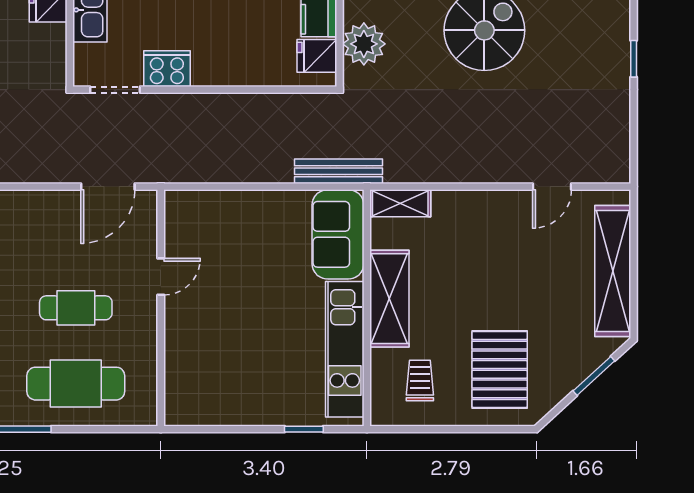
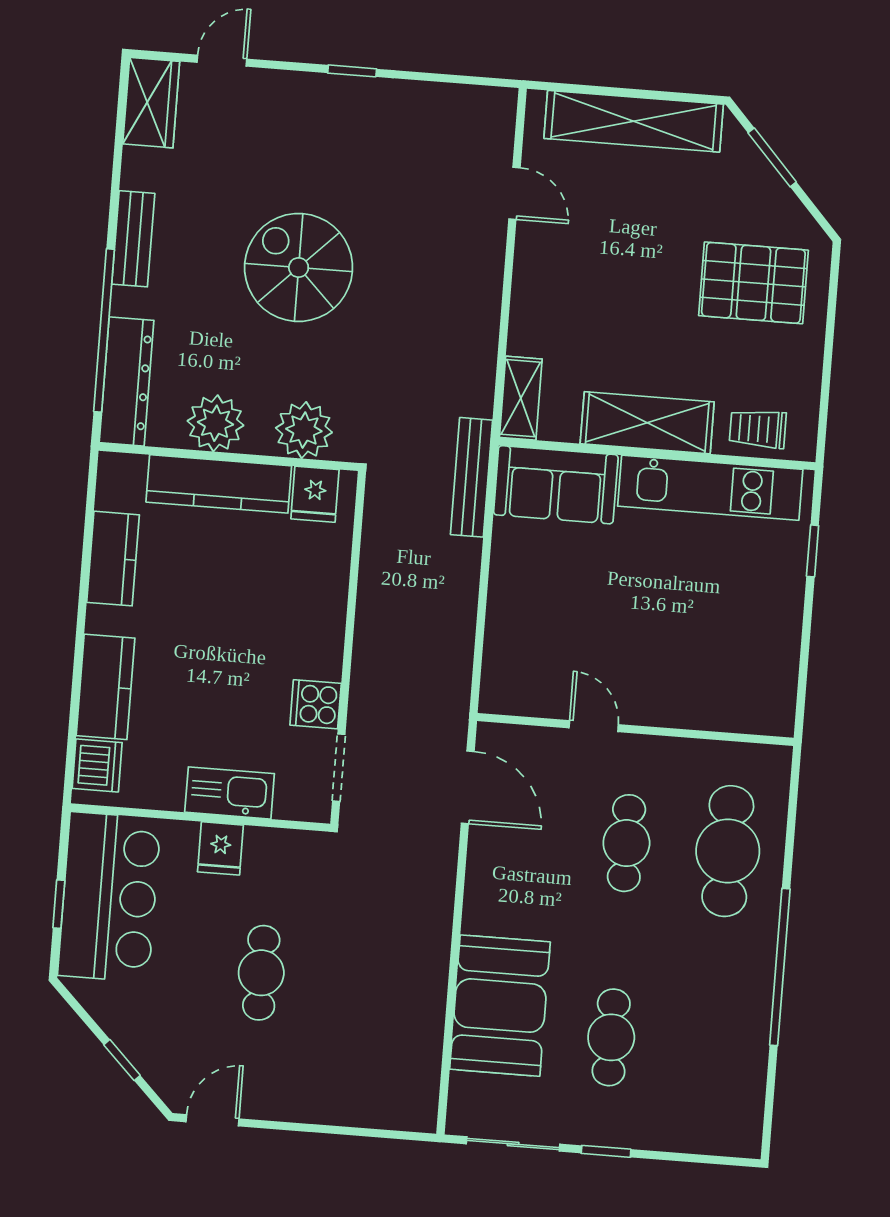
cooker: (167, 69) -> (316, 704), width x0.73
trolley: (420, 381) -> (758, 429), moved

